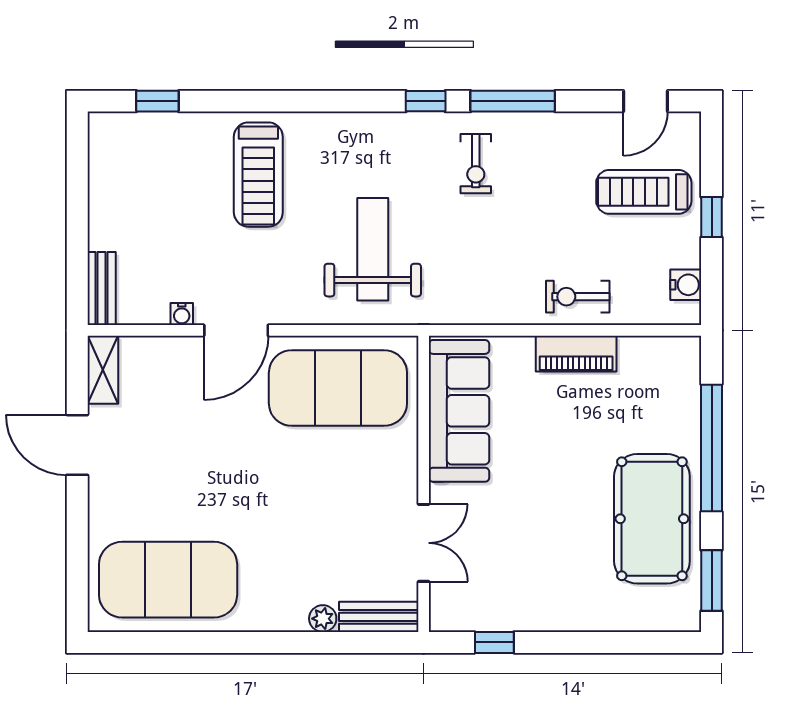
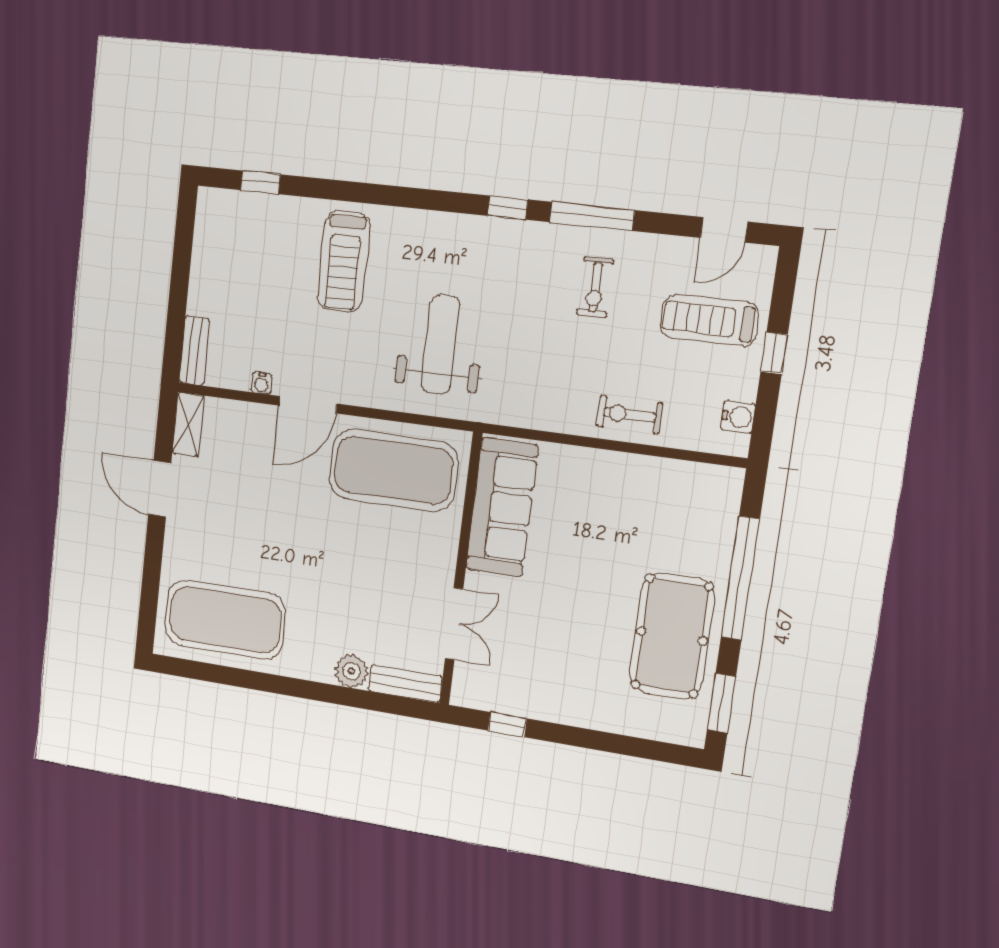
exercise bike: (476, 164) -> (595, 287), moved
piano: (576, 354) -> (621, 469), removed
plant: (323, 619) -> (351, 671), width x1.38, depth x1.38

